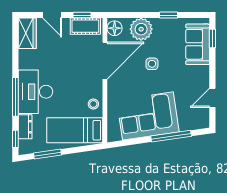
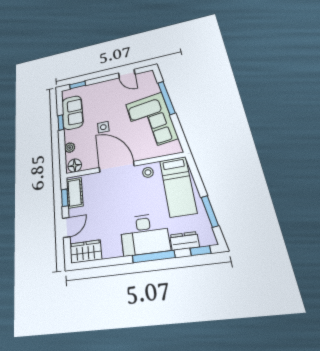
plant: (141, 29) -> (70, 148), width x0.53, depth x0.53
sofa: (198, 44) -> (72, 113), moved, turned -90
door: (105, 61) -> (117, 167), moved

